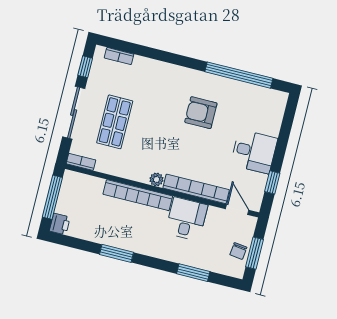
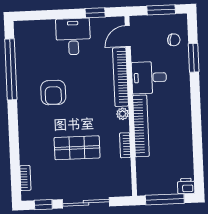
shop shelf: (115, 122) -> (77, 148), moved
bookcase: (81, 162) -> (125, 145), moved
chair: (238, 251) -> (174, 40), moved
window: (116, 253) -> (197, 129), removed

